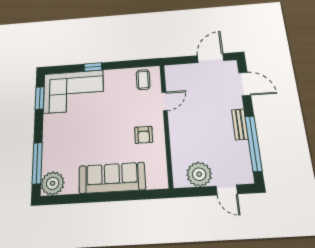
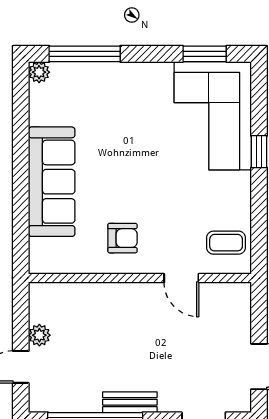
armchair: (144, 135) -> (122, 238), turned 180
plant: (199, 174) -> (39, 335), width x0.53, depth x0.53
plant: (53, 183) -> (39, 72), width x0.53, depth x0.53

